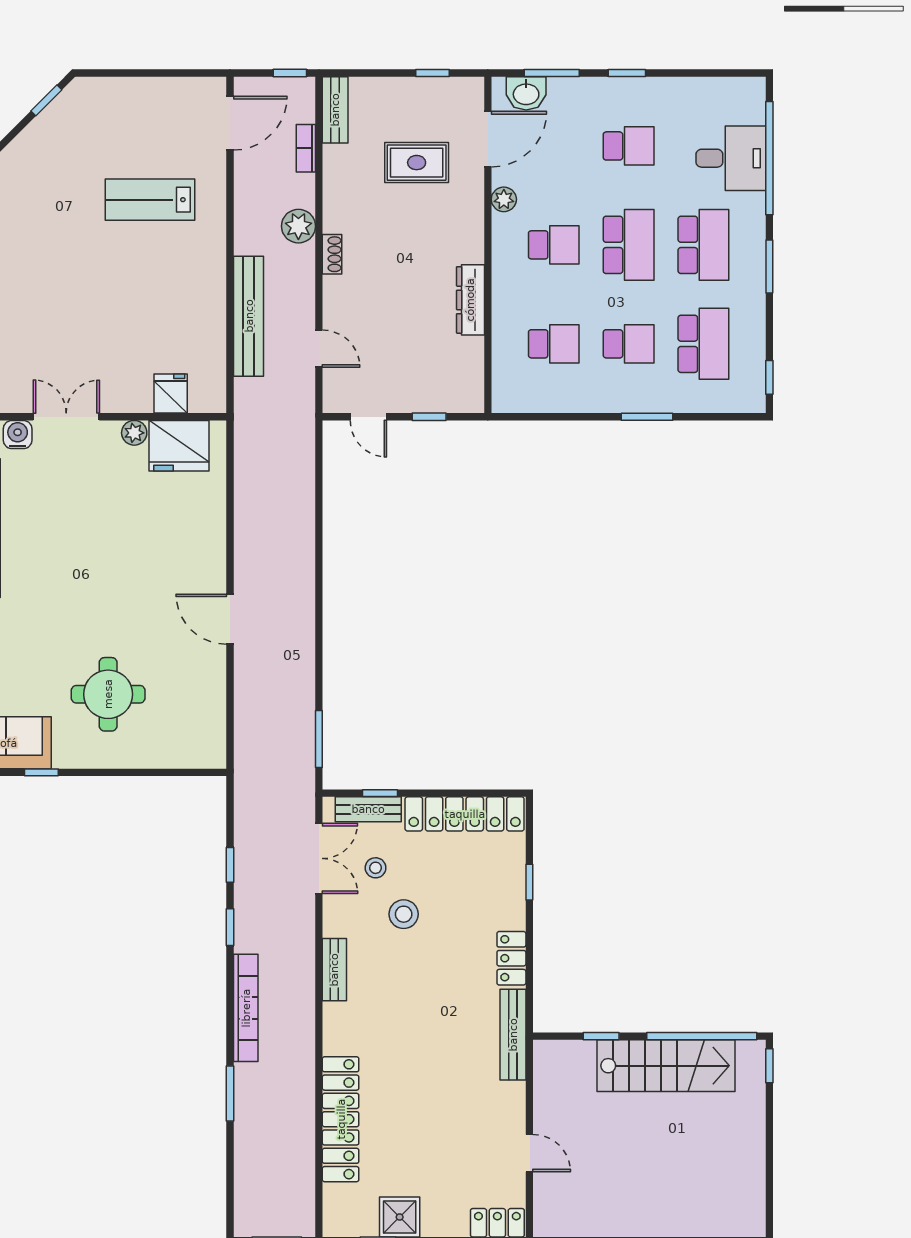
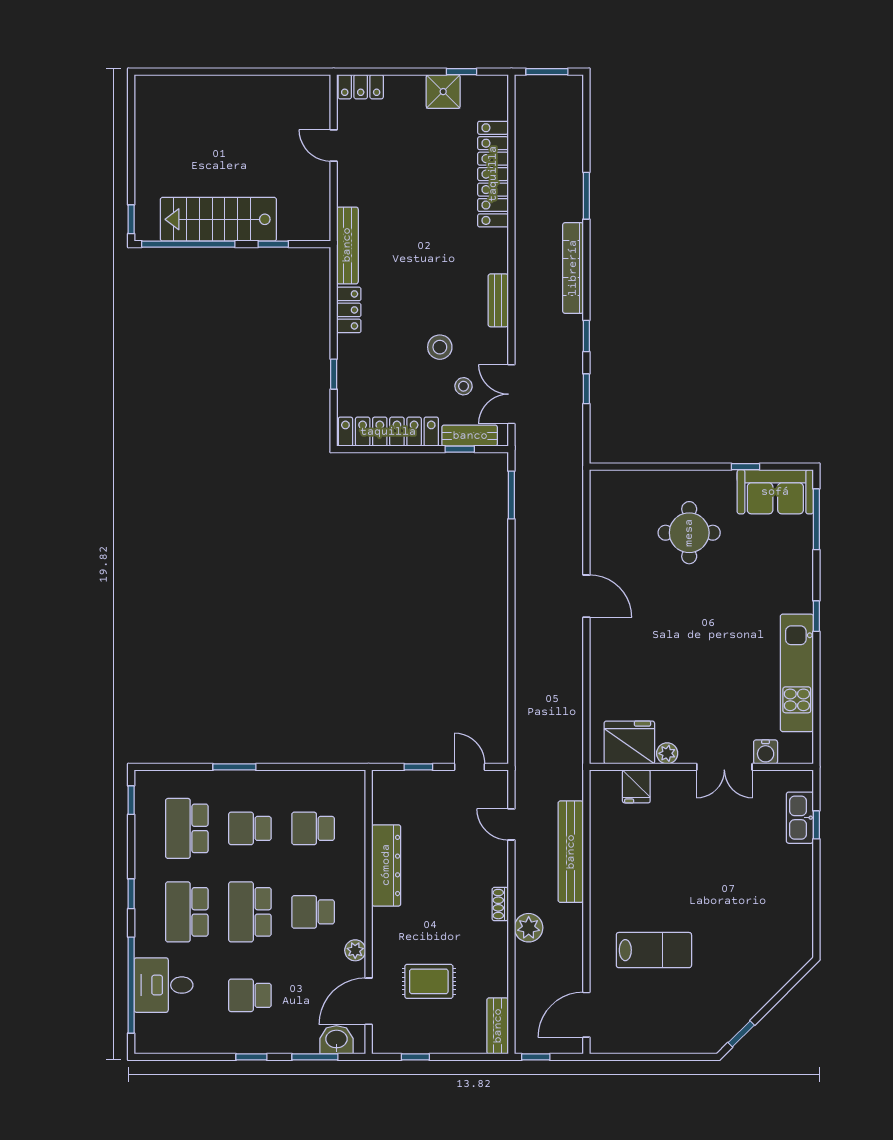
bookcase: (306, 148) -> (522, 993), removed
window: (769, 266) -> (131, 894), width x0.67
dresser: (470, 300) -> (386, 865), width x1.37, depth x1.24

